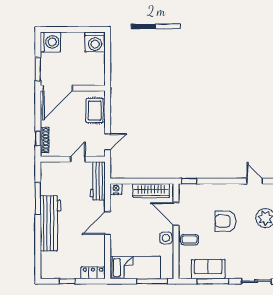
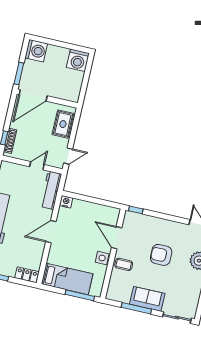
wardrobe: (151, 191) -> (98, 211), removed
sofa: (208, 269) -> (147, 299), moved

